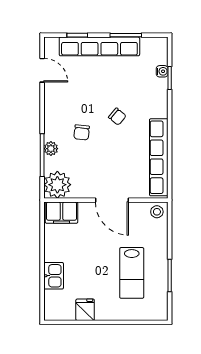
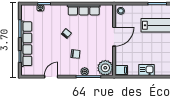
door: (42, 70) -> (51, 77), moved
row of seats: (159, 157) -> (84, 10), width x0.73
filing cabinet: (62, 213) -> (121, 70), width x0.50
kitchen sink: (54, 276) -> (147, 70), moved

